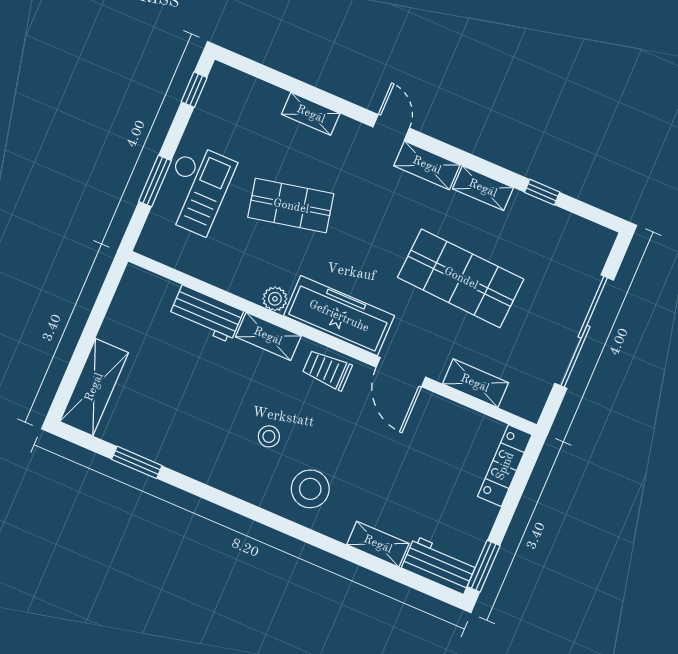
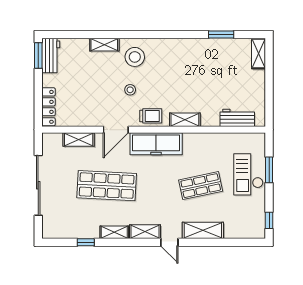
shelving: (311, 114) -> (203, 230), width x1.50, depth x1.33
plant: (275, 299) -> (189, 139), removed
workbench: (206, 314) -> (237, 118), moved
door: (401, 372) -> (116, 130), swing flipped
shelving: (94, 387) -> (259, 54), width x0.67, depth x0.75
stool: (269, 436) -> (130, 90), moved
shelving: (378, 544) -> (104, 45), moved
workbench: (439, 565) -> (51, 55), moved, turned -90

